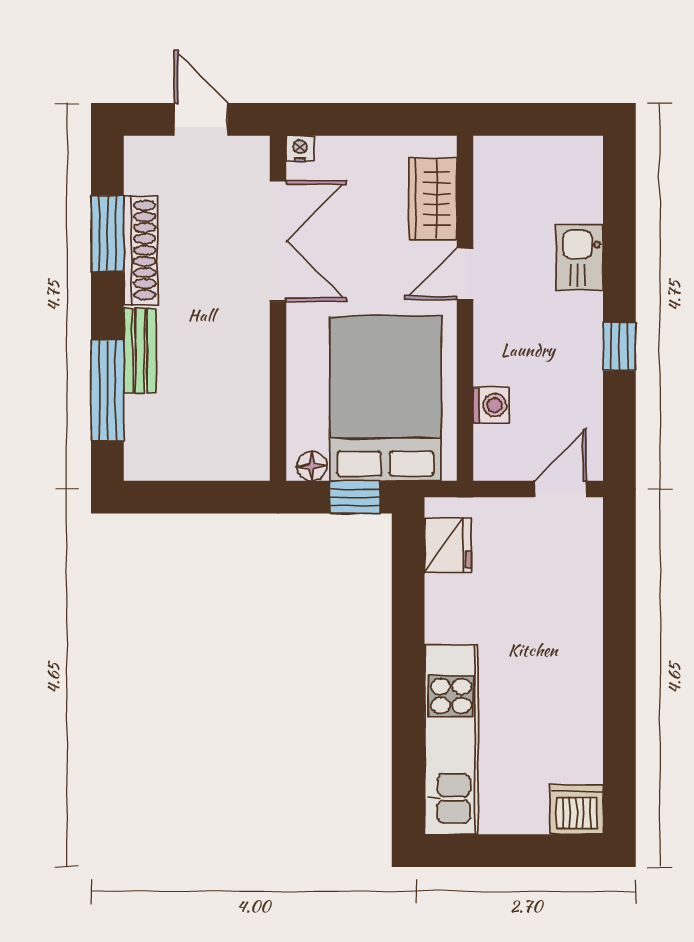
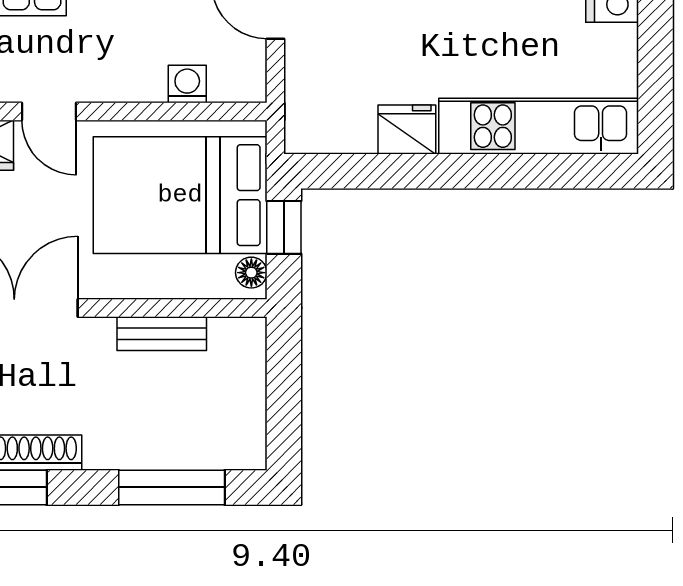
bench: (140, 351) -> (162, 334), moved
fridge: (448, 545) -> (407, 130), moved

